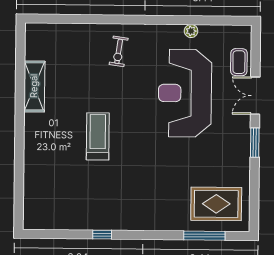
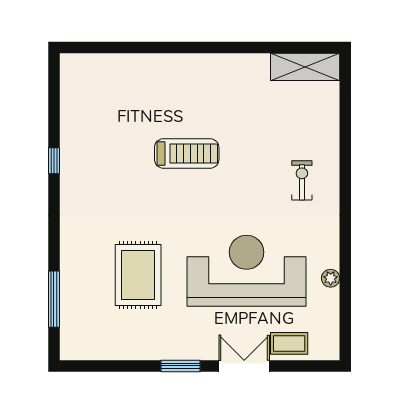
exercise bike: (119, 51) -> (302, 180), turned 82
shelving: (34, 86) -> (305, 67), moved
rug: (216, 204) -> (138, 275), moved

